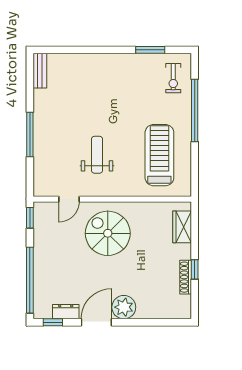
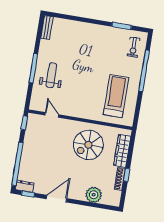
weight bench: (97, 155) -> (51, 75), moved
door: (69, 199) -> (52, 115), swing flipped
wardrobe: (182, 227) -> (122, 151), width x1.50
spiral stairs: (108, 233) -> (88, 145), moved, turned -90
plant: (124, 307) -> (94, 195), moved
dresser: (66, 312) -> (25, 186), moved

